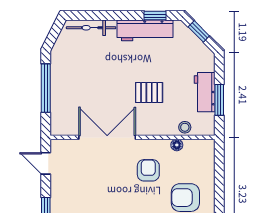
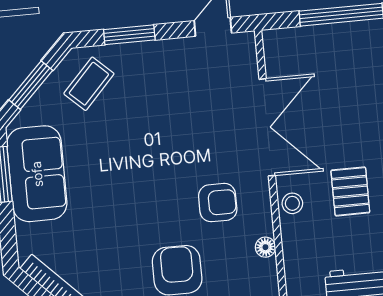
stool: (185, 127) -> (292, 203), moved

